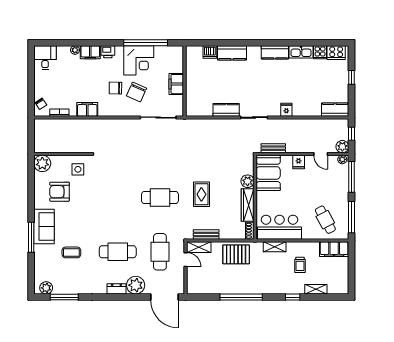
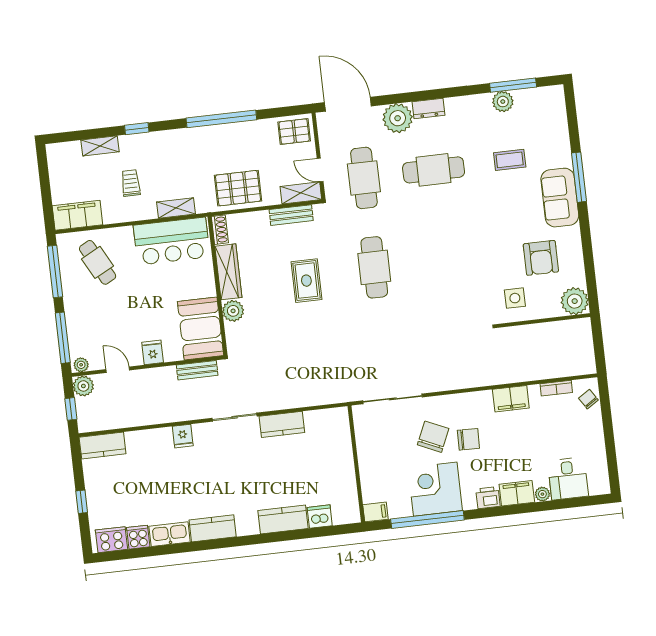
desk: (45, 58) -> (568, 479), moved
filing cabinet: (176, 84) -> (375, 512), moved, width x0.50
armchair: (60, 192) -> (541, 258), turned 90
cafe table: (160, 197) -> (374, 267), turned 90
pallet: (199, 284) -> (294, 131), added
plant: (46, 288) -> (503, 102), moved

